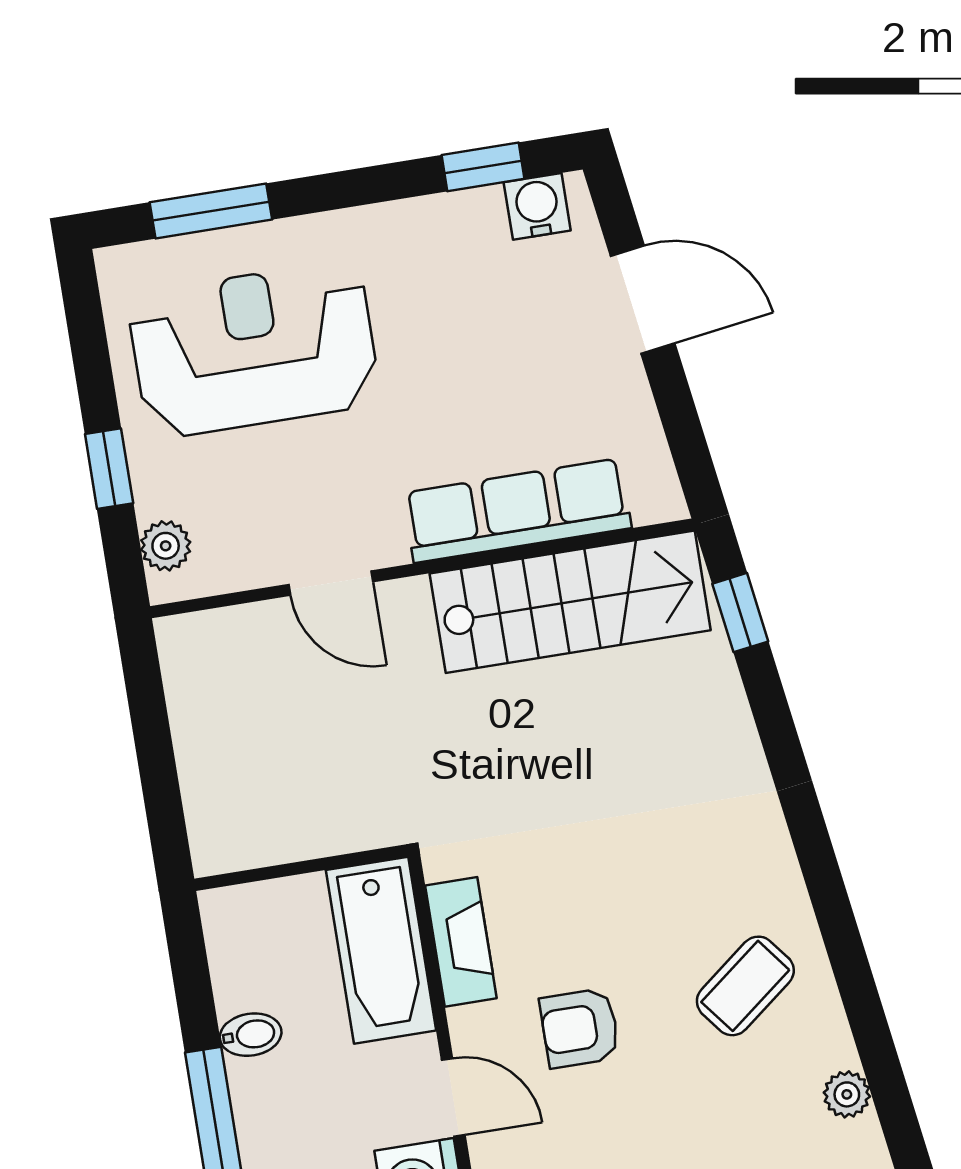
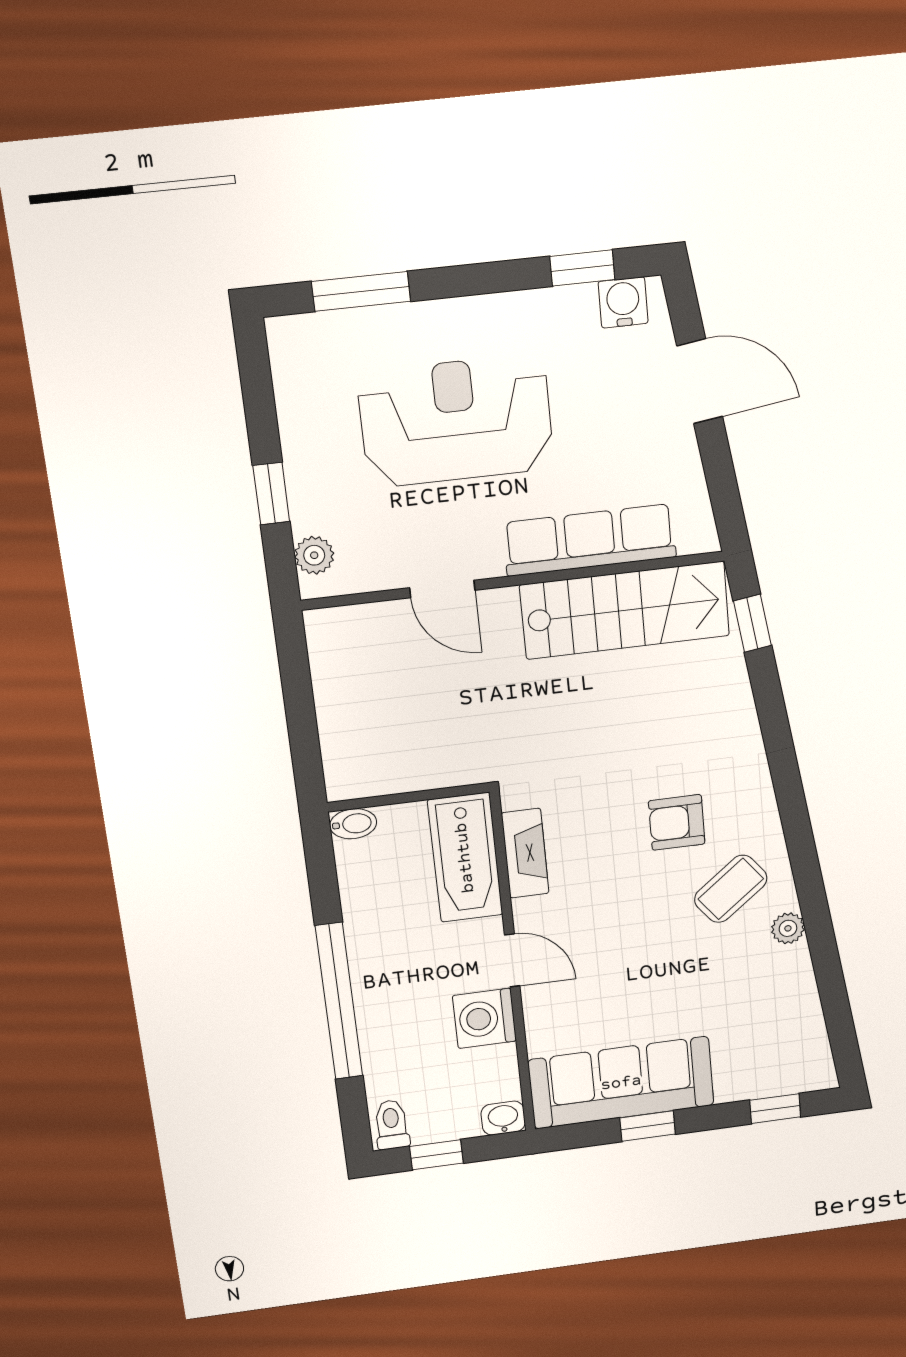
reception desk: (254, 349) -> (456, 421), moved
armchair: (580, 1028) -> (677, 822), moved
bidet: (251, 1035) -> (353, 824), moved
plant: (847, 1094) -> (788, 928), moved

